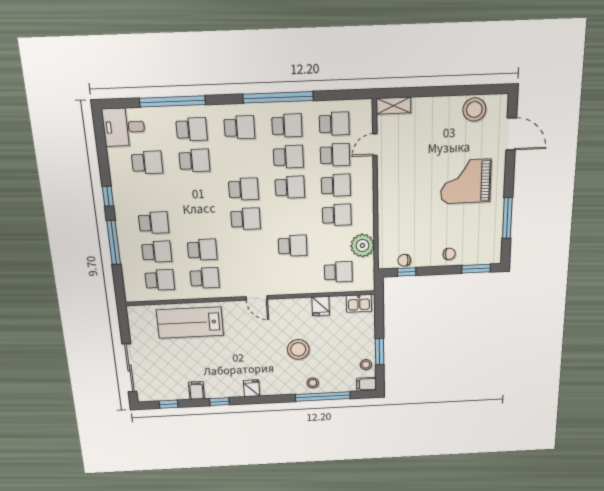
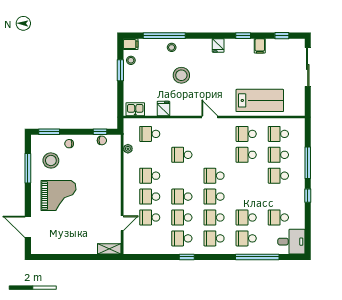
window: (278, 97) -> (187, 257), width x0.32
stool: (474, 110) -> (51, 160), moved
school desk: (334, 124) -> (214, 217), moved
plant: (362, 245) -> (128, 149), width x0.53, depth x0.53

